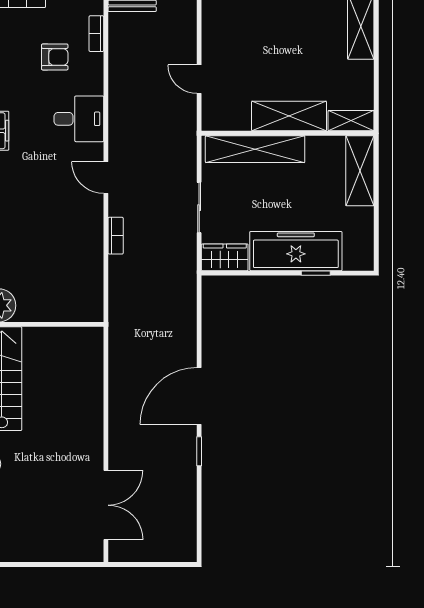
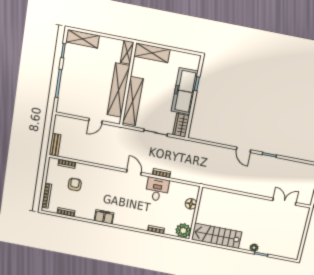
shelving: (289, 116) -> (118, 90), width x1.47
desk: (79, 119) -> (157, 189), moved
door: (106, 178) -> (134, 172), swing flipped
floor lamp: (62, 310) -> (191, 204), added
door: (199, 396) -> (244, 150), width x0.53
double door: (106, 505) -> (284, 202), width x0.73

